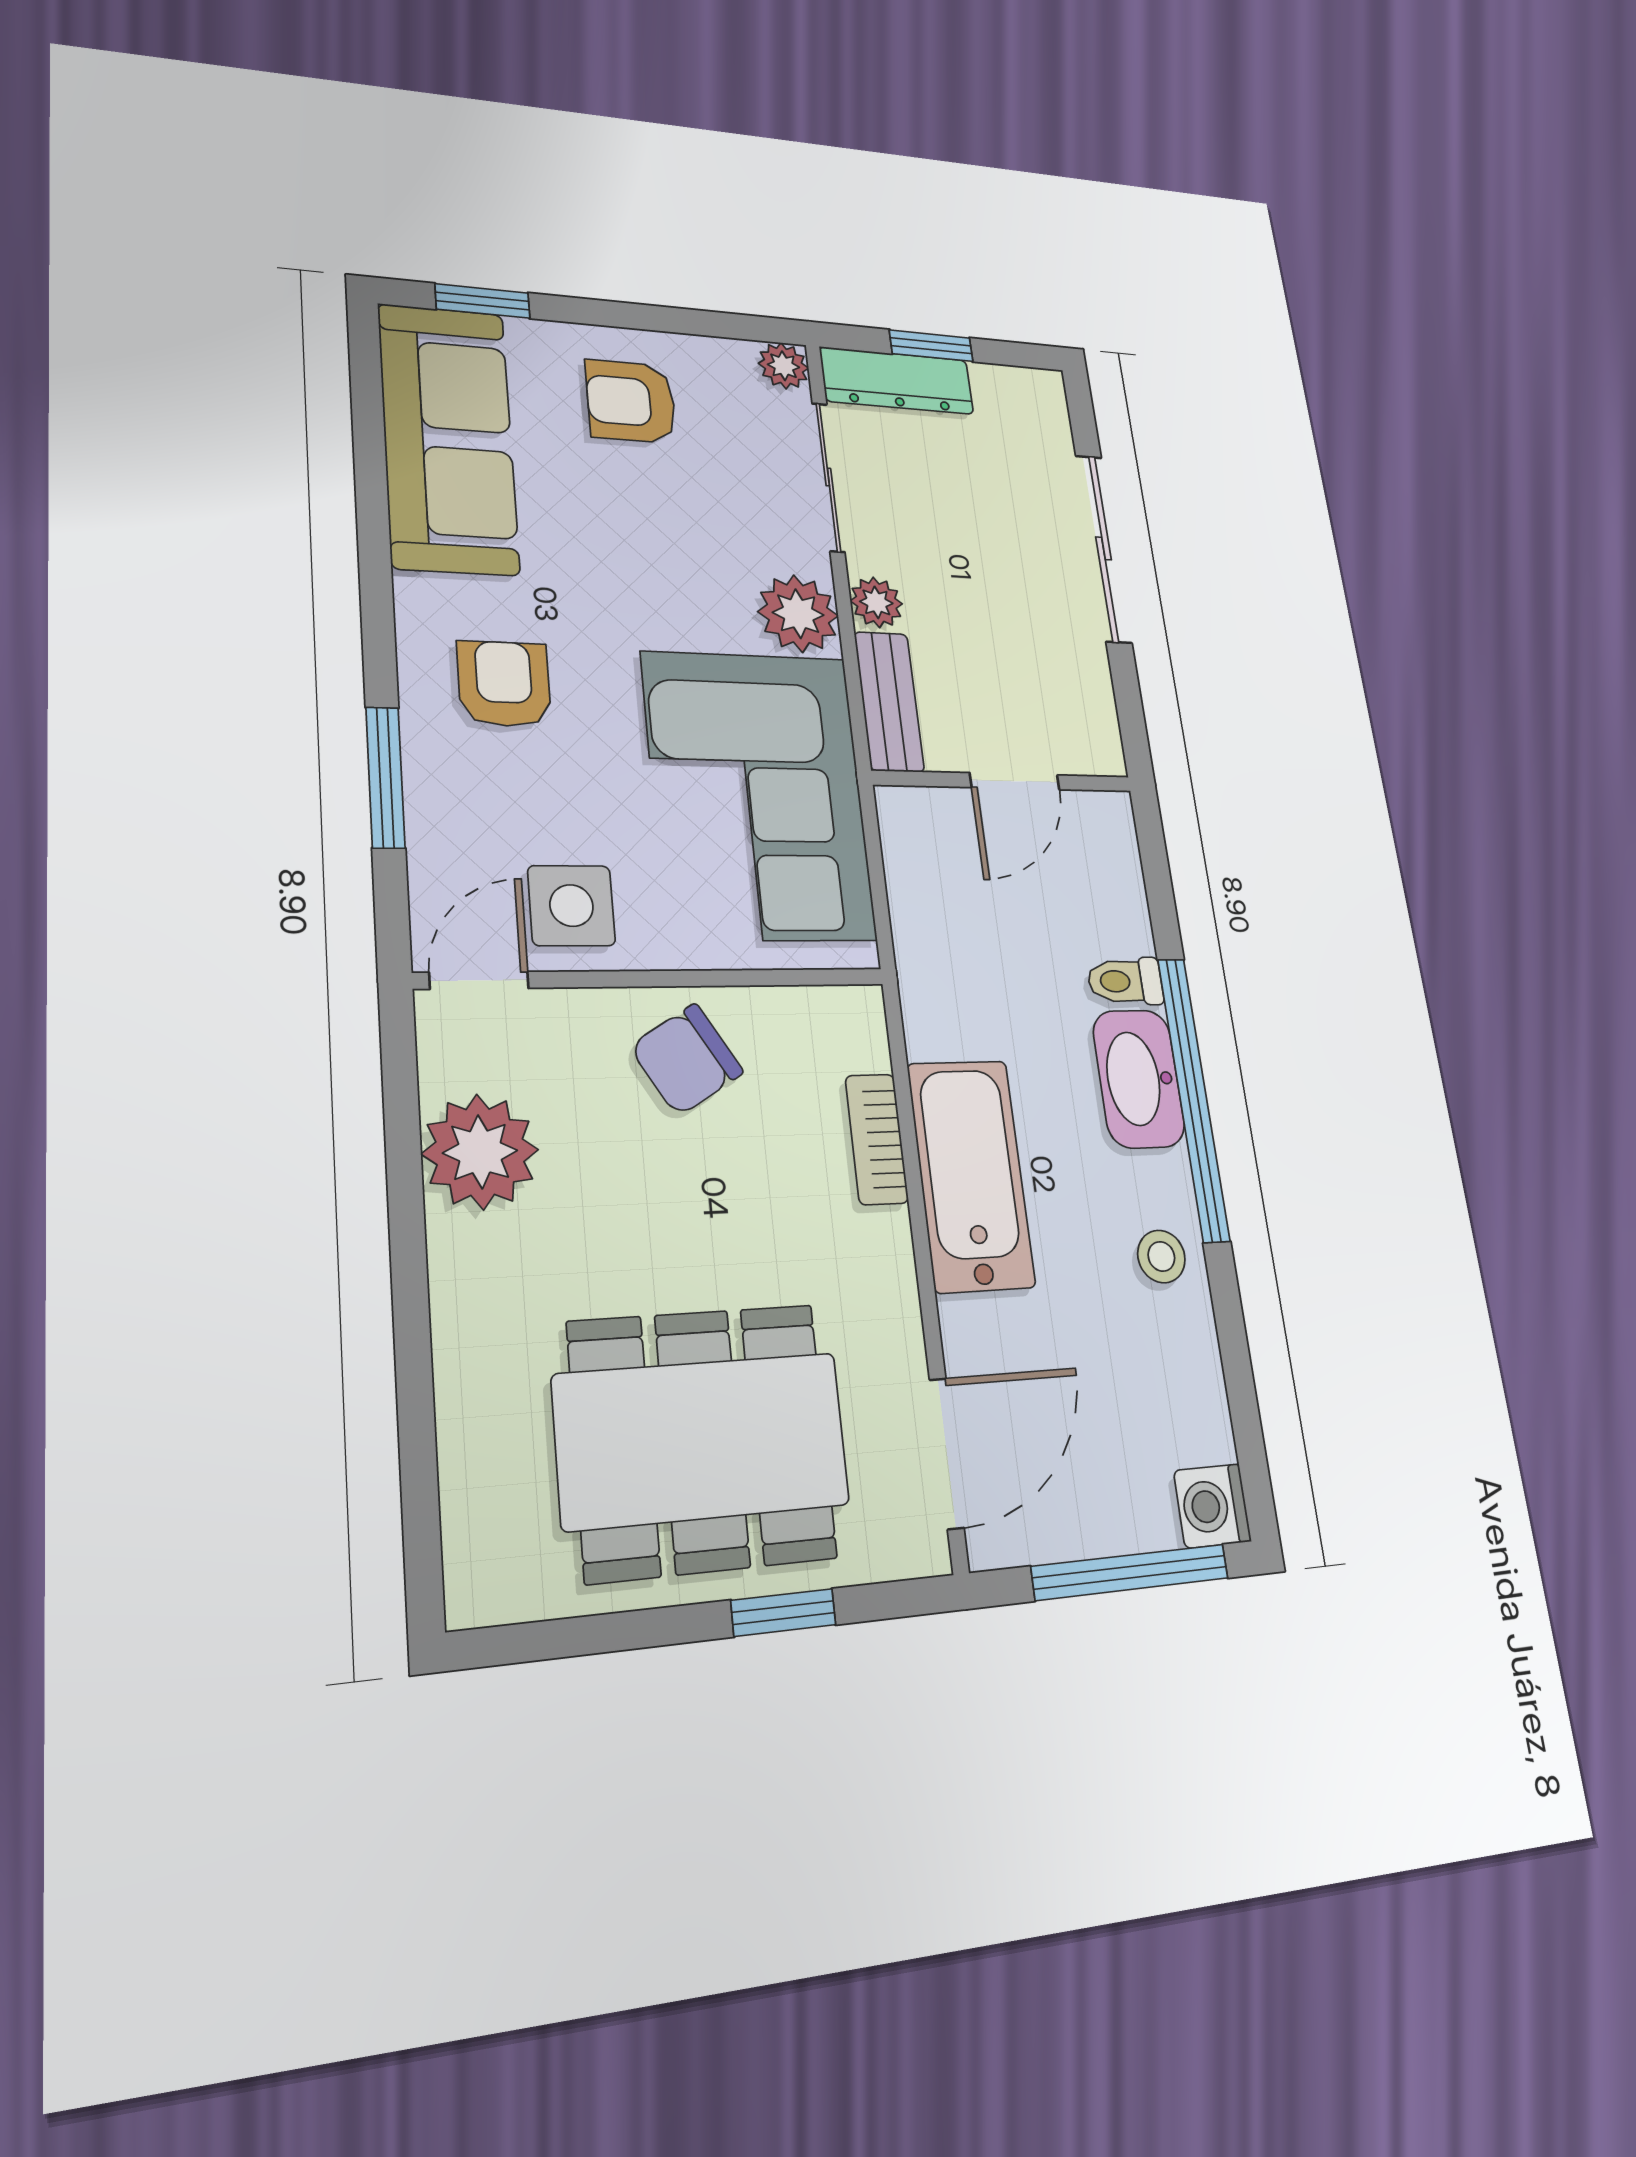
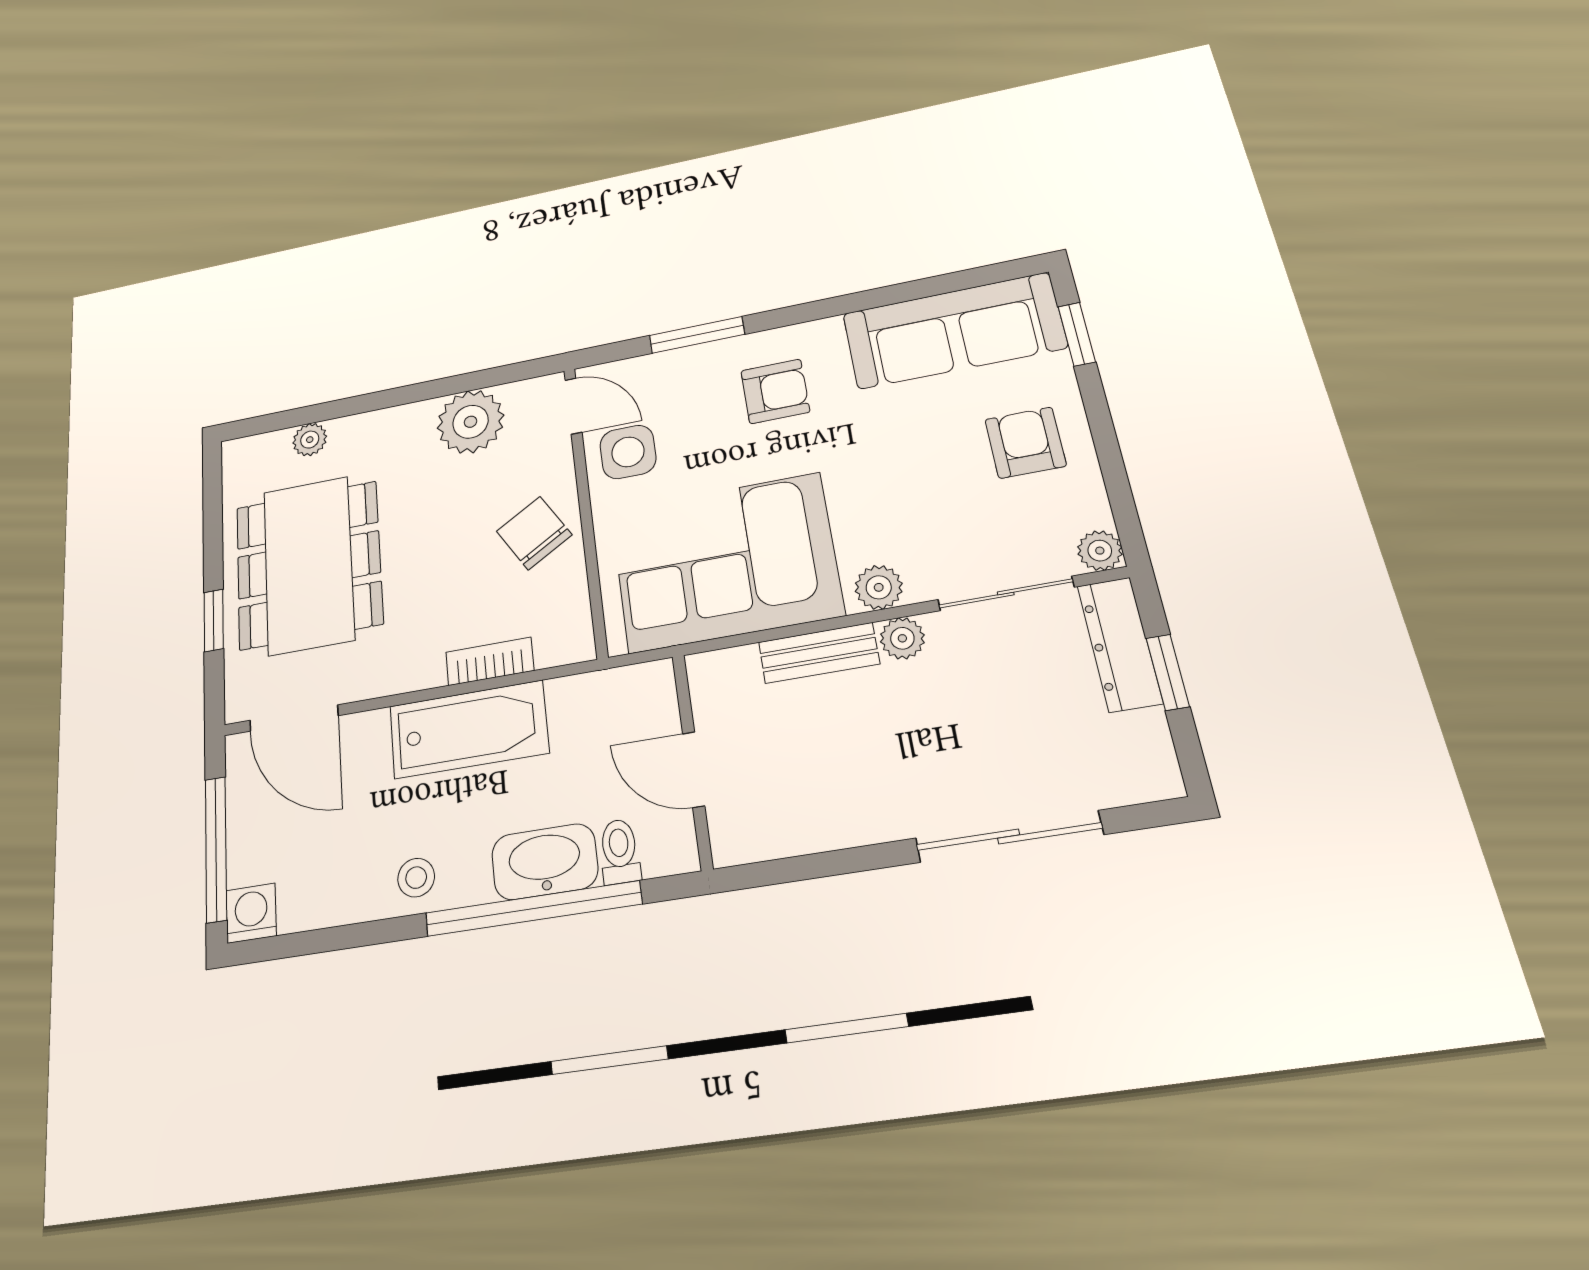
plant: (798, 614) -> (879, 587), width x0.73, depth x0.73
wall: (1003, 781) -> (692, 760), moved
door: (1015, 781) -> (694, 770), moved
plant: (469, 1449) -> (310, 440), added

